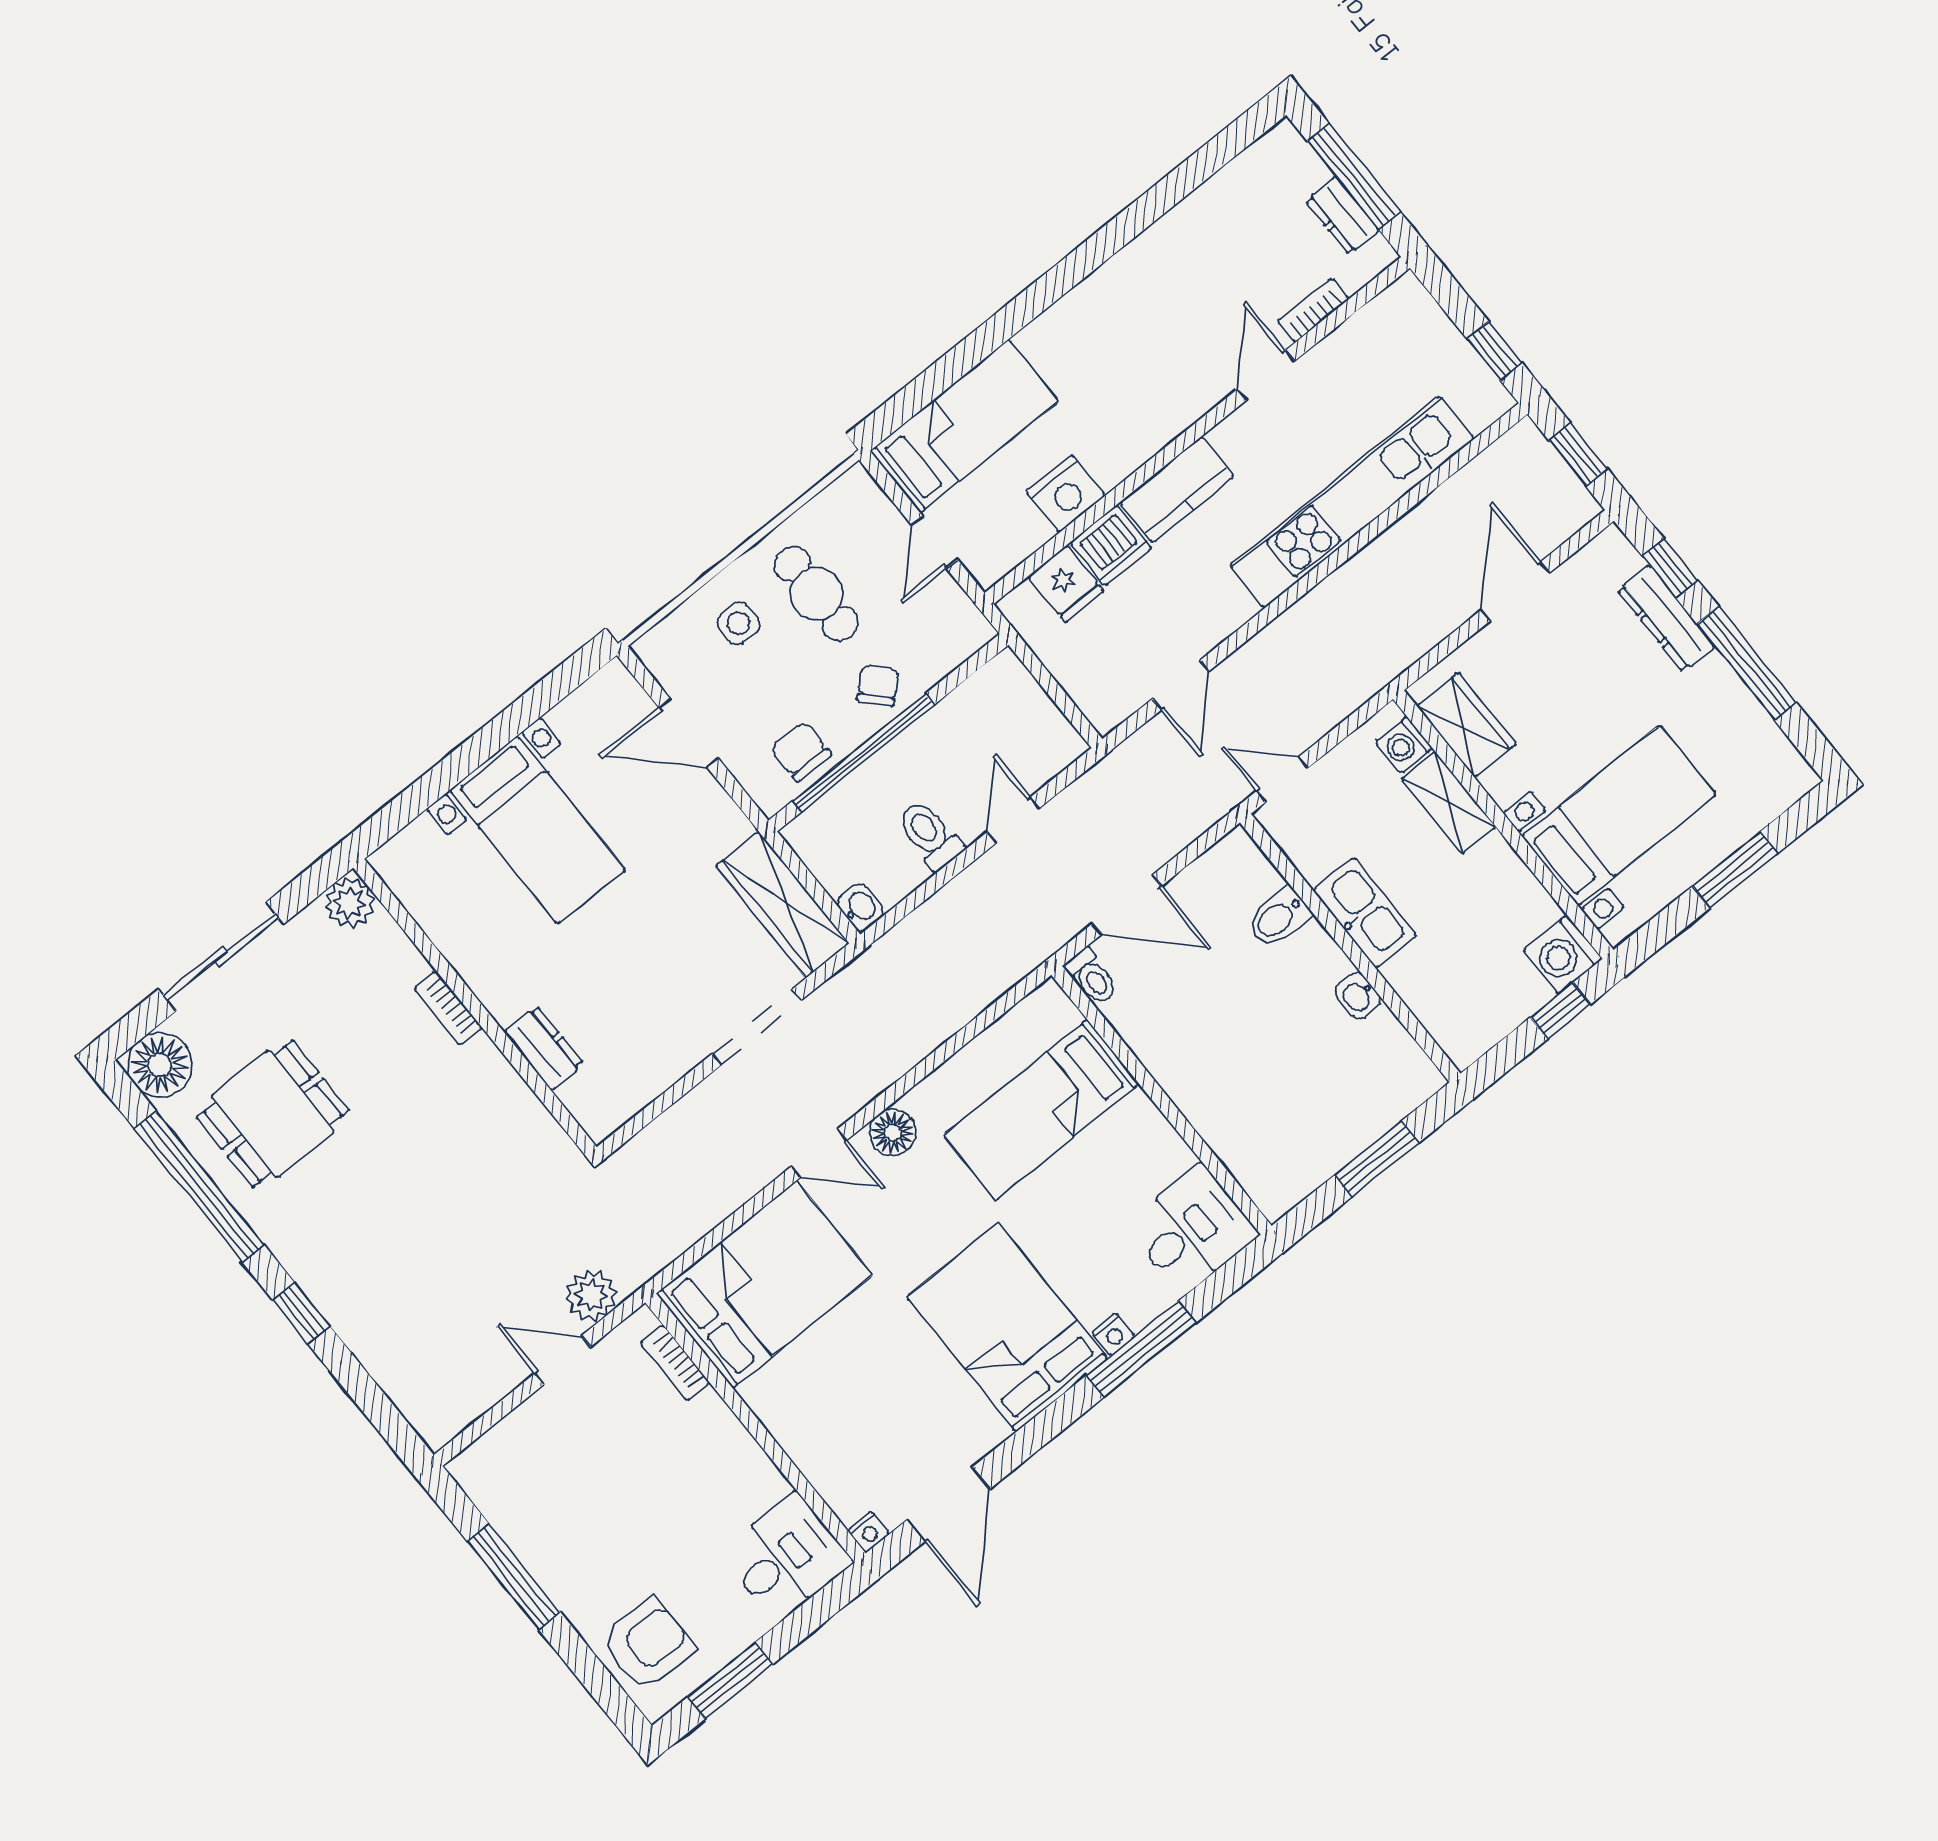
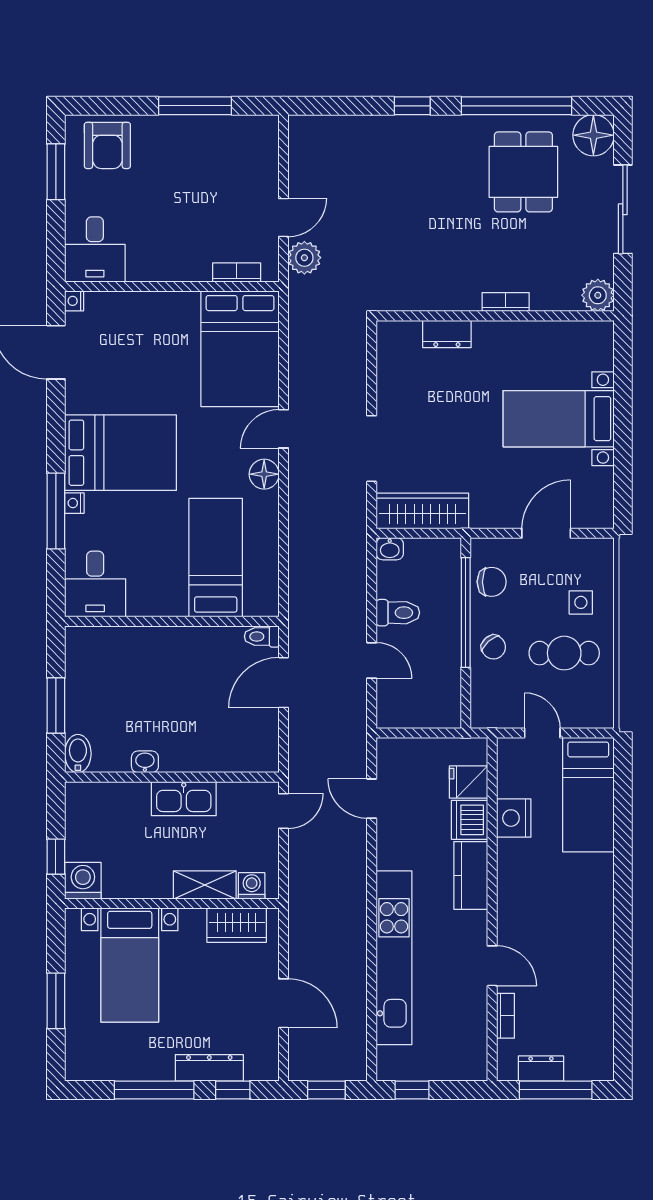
bidet: (1279, 918) -> (78, 754), moved

